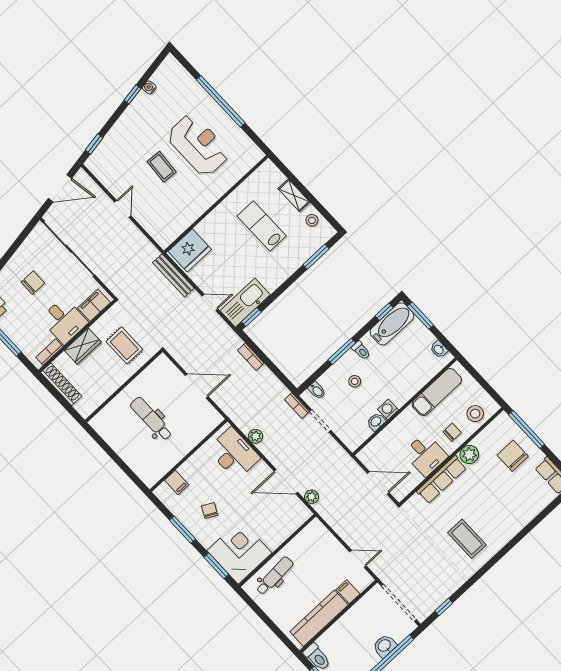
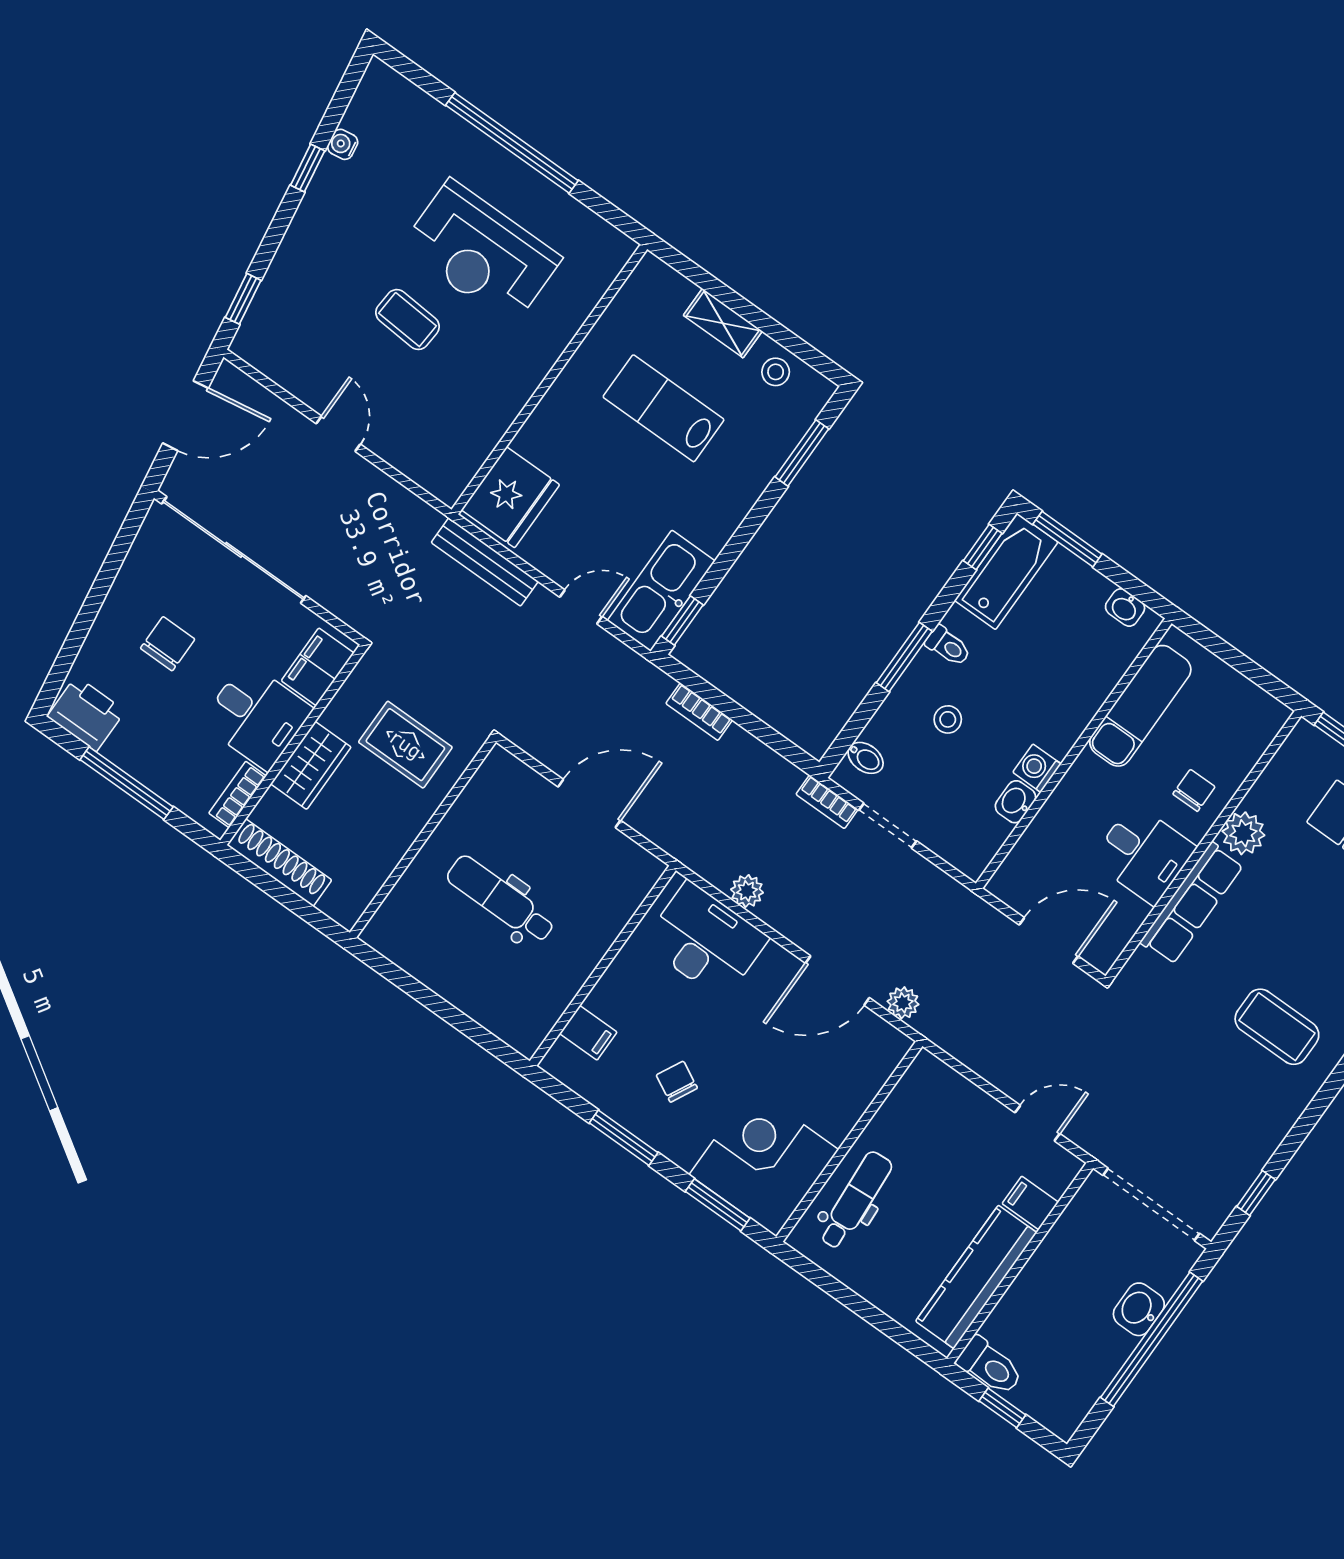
reception desk: (198, 145) -> (481, 253), turned 180
stool: (475, 414) -> (1238, 737), removed

